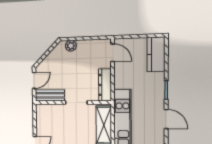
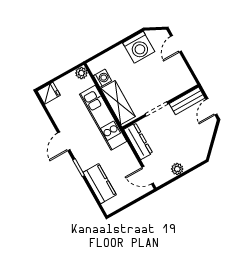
plant: (71, 46) -> (177, 169), moved
kitchen counter: (156, 54) -> (100, 184), moved
door: (166, 119) -> (64, 141), hinge flipped

